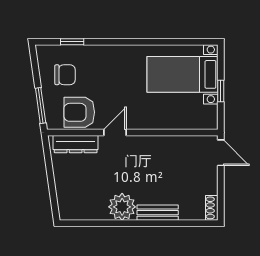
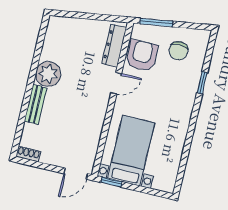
window: (72, 42) -> (202, 83), moved
bed with nightstands: (183, 74) -> (131, 151), moved
window: (221, 91) -> (111, 182), moved
door: (115, 132) -> (116, 83), hinge flipped

